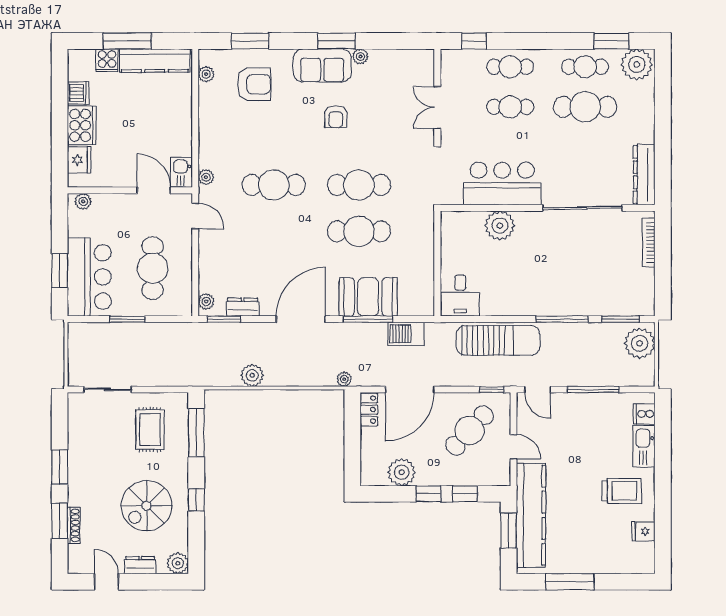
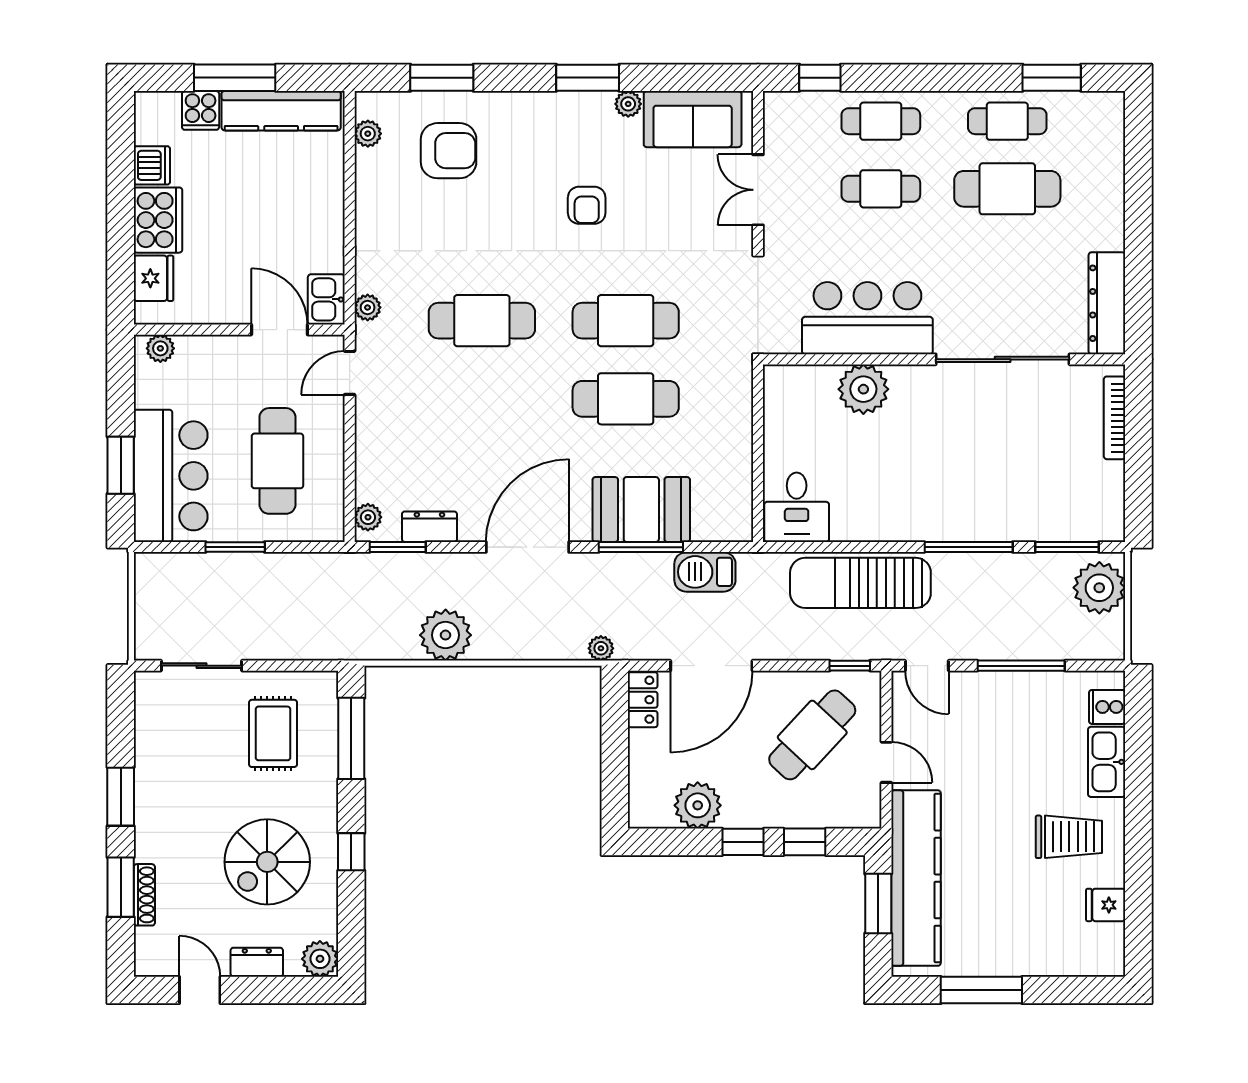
plant: (637, 64) -> (1094, 117), removed
sofa: (322, 66) -> (693, 119), moved
door: (195, 216) -> (350, 373), swing flipped
sun lounger: (498, 340) -> (860, 583), turned 180
plant: (252, 375) -> (446, 635), width x1.36, depth x1.36

